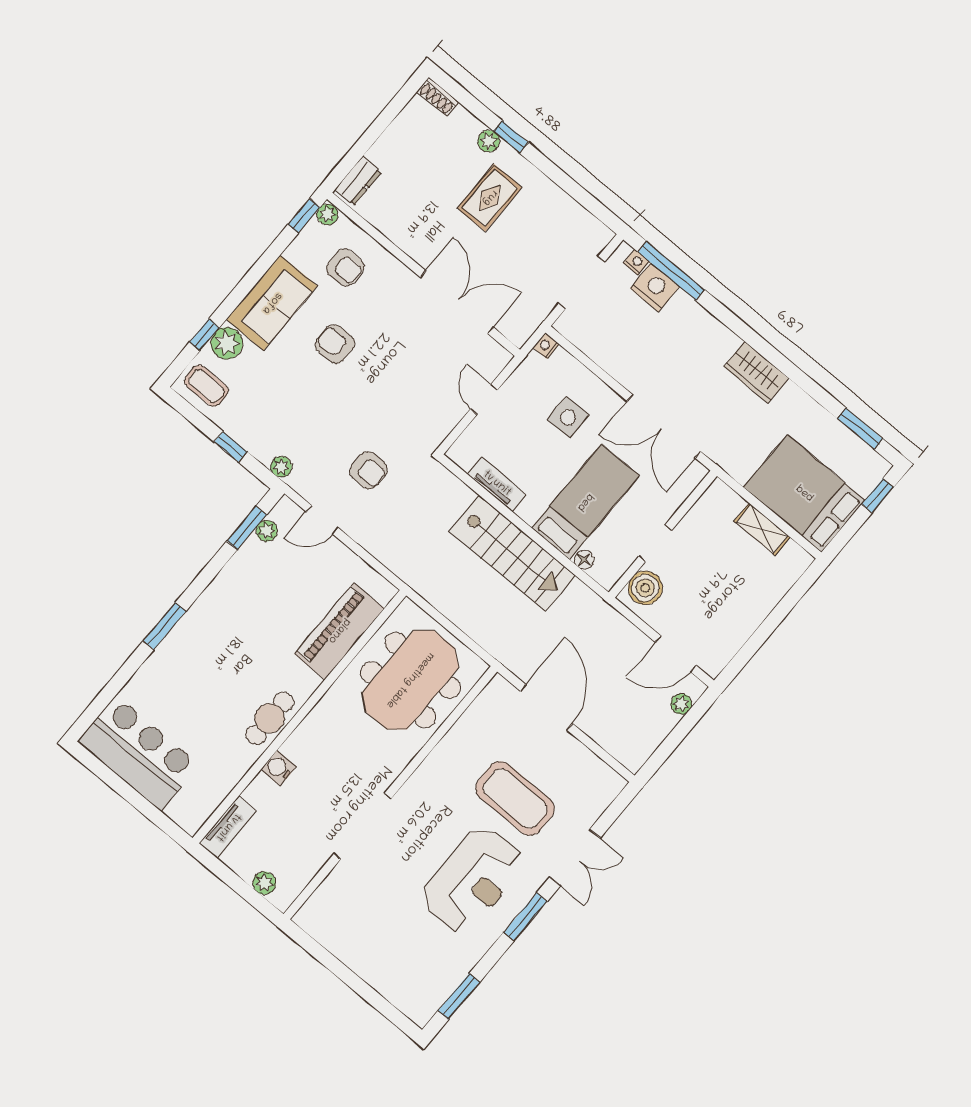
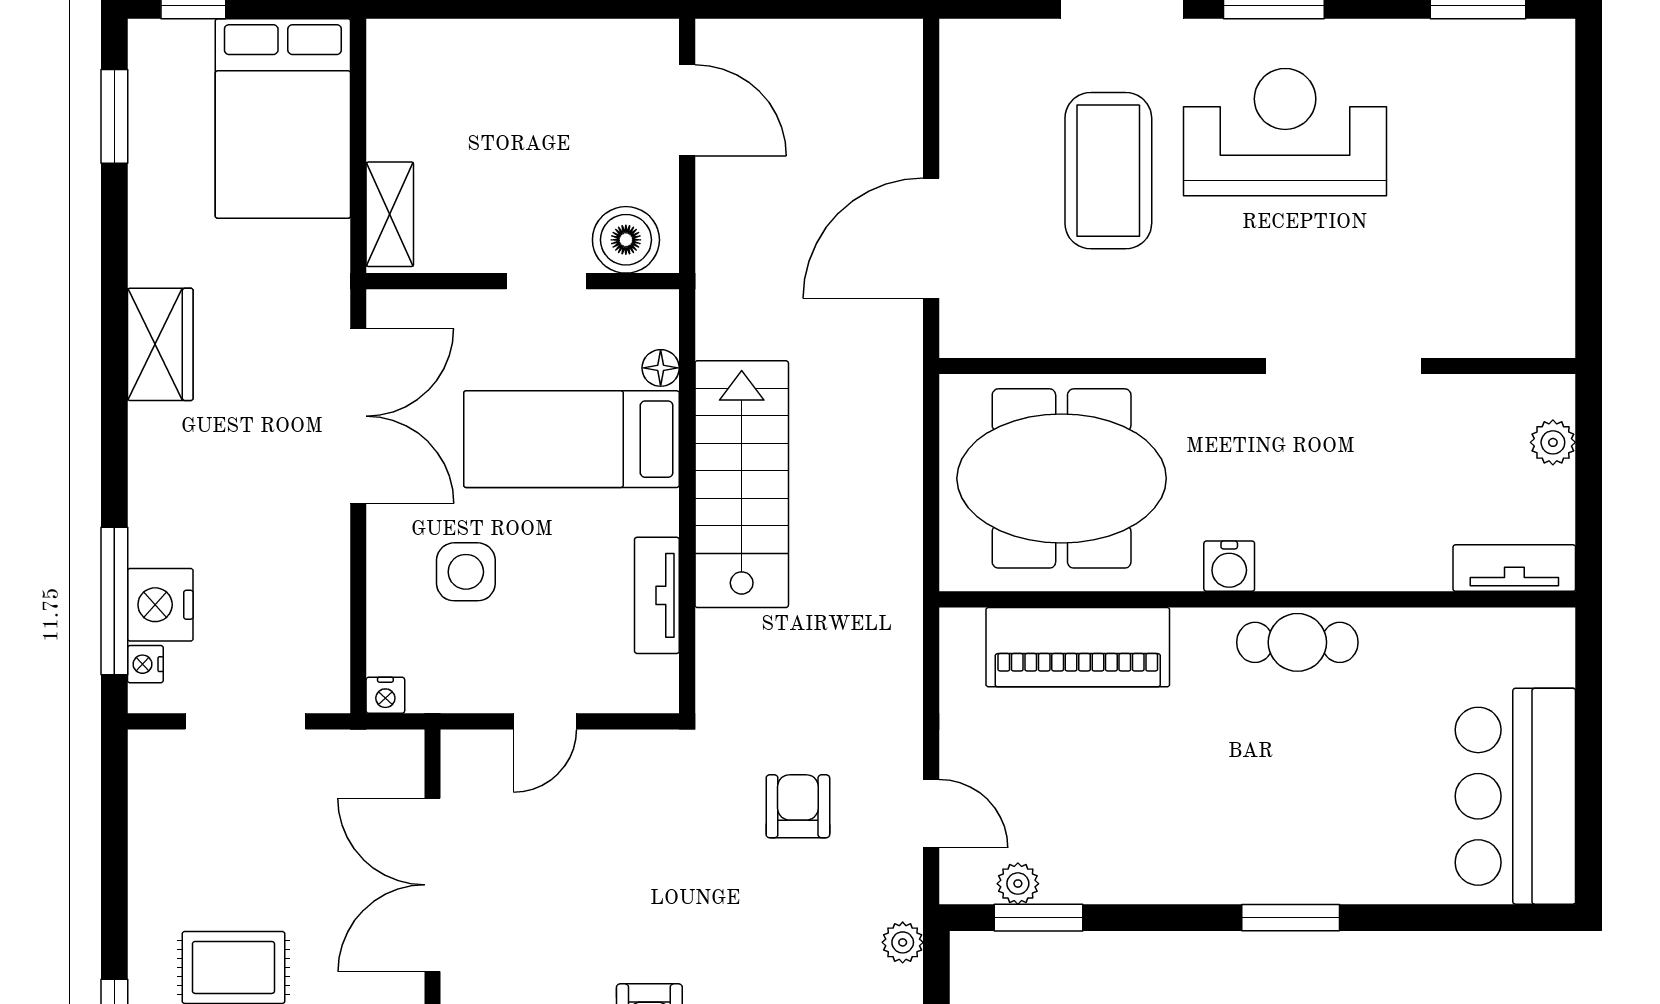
shelving: (762, 529) -> (390, 214), moved
plant: (681, 704) -> (756, 39), removed
water cooler: (279, 768) -> (1229, 566), moved

